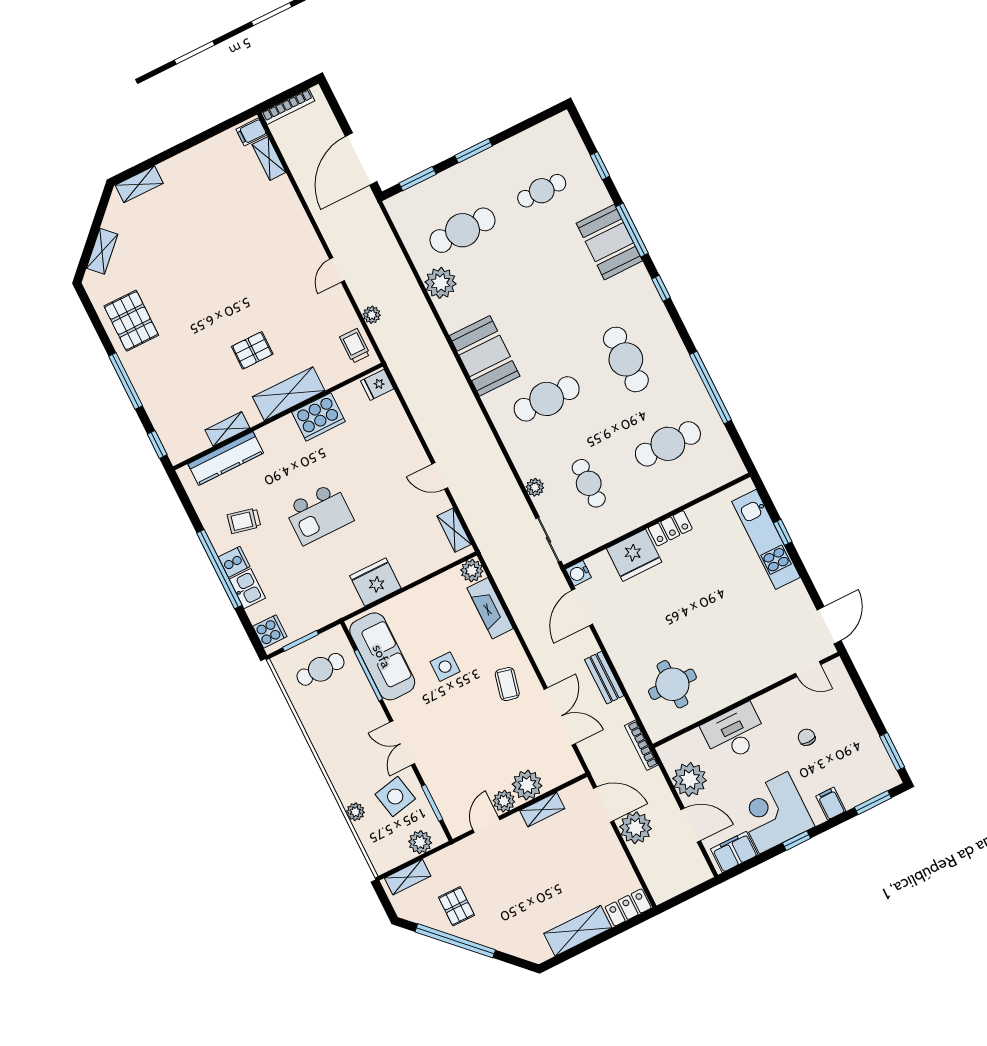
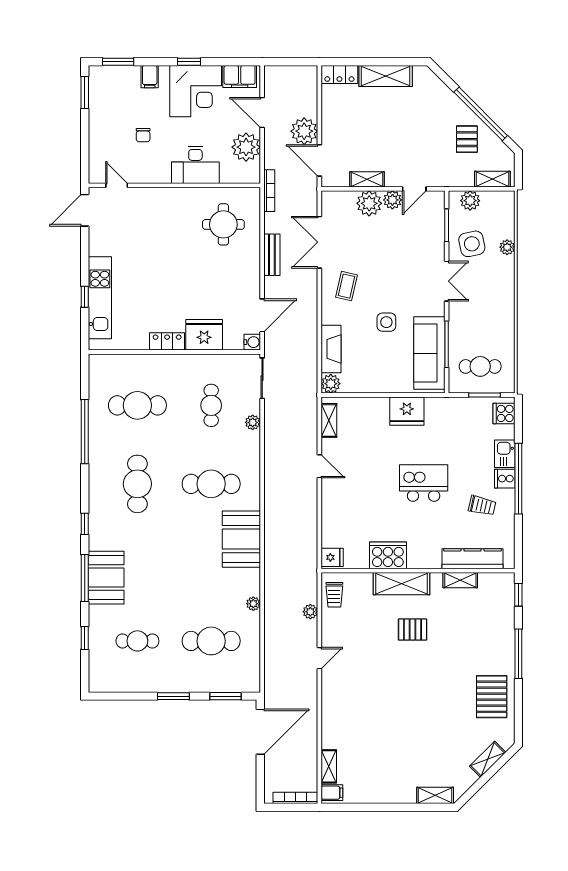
plant: (441, 283) -> (253, 604), width x0.53, depth x0.53

